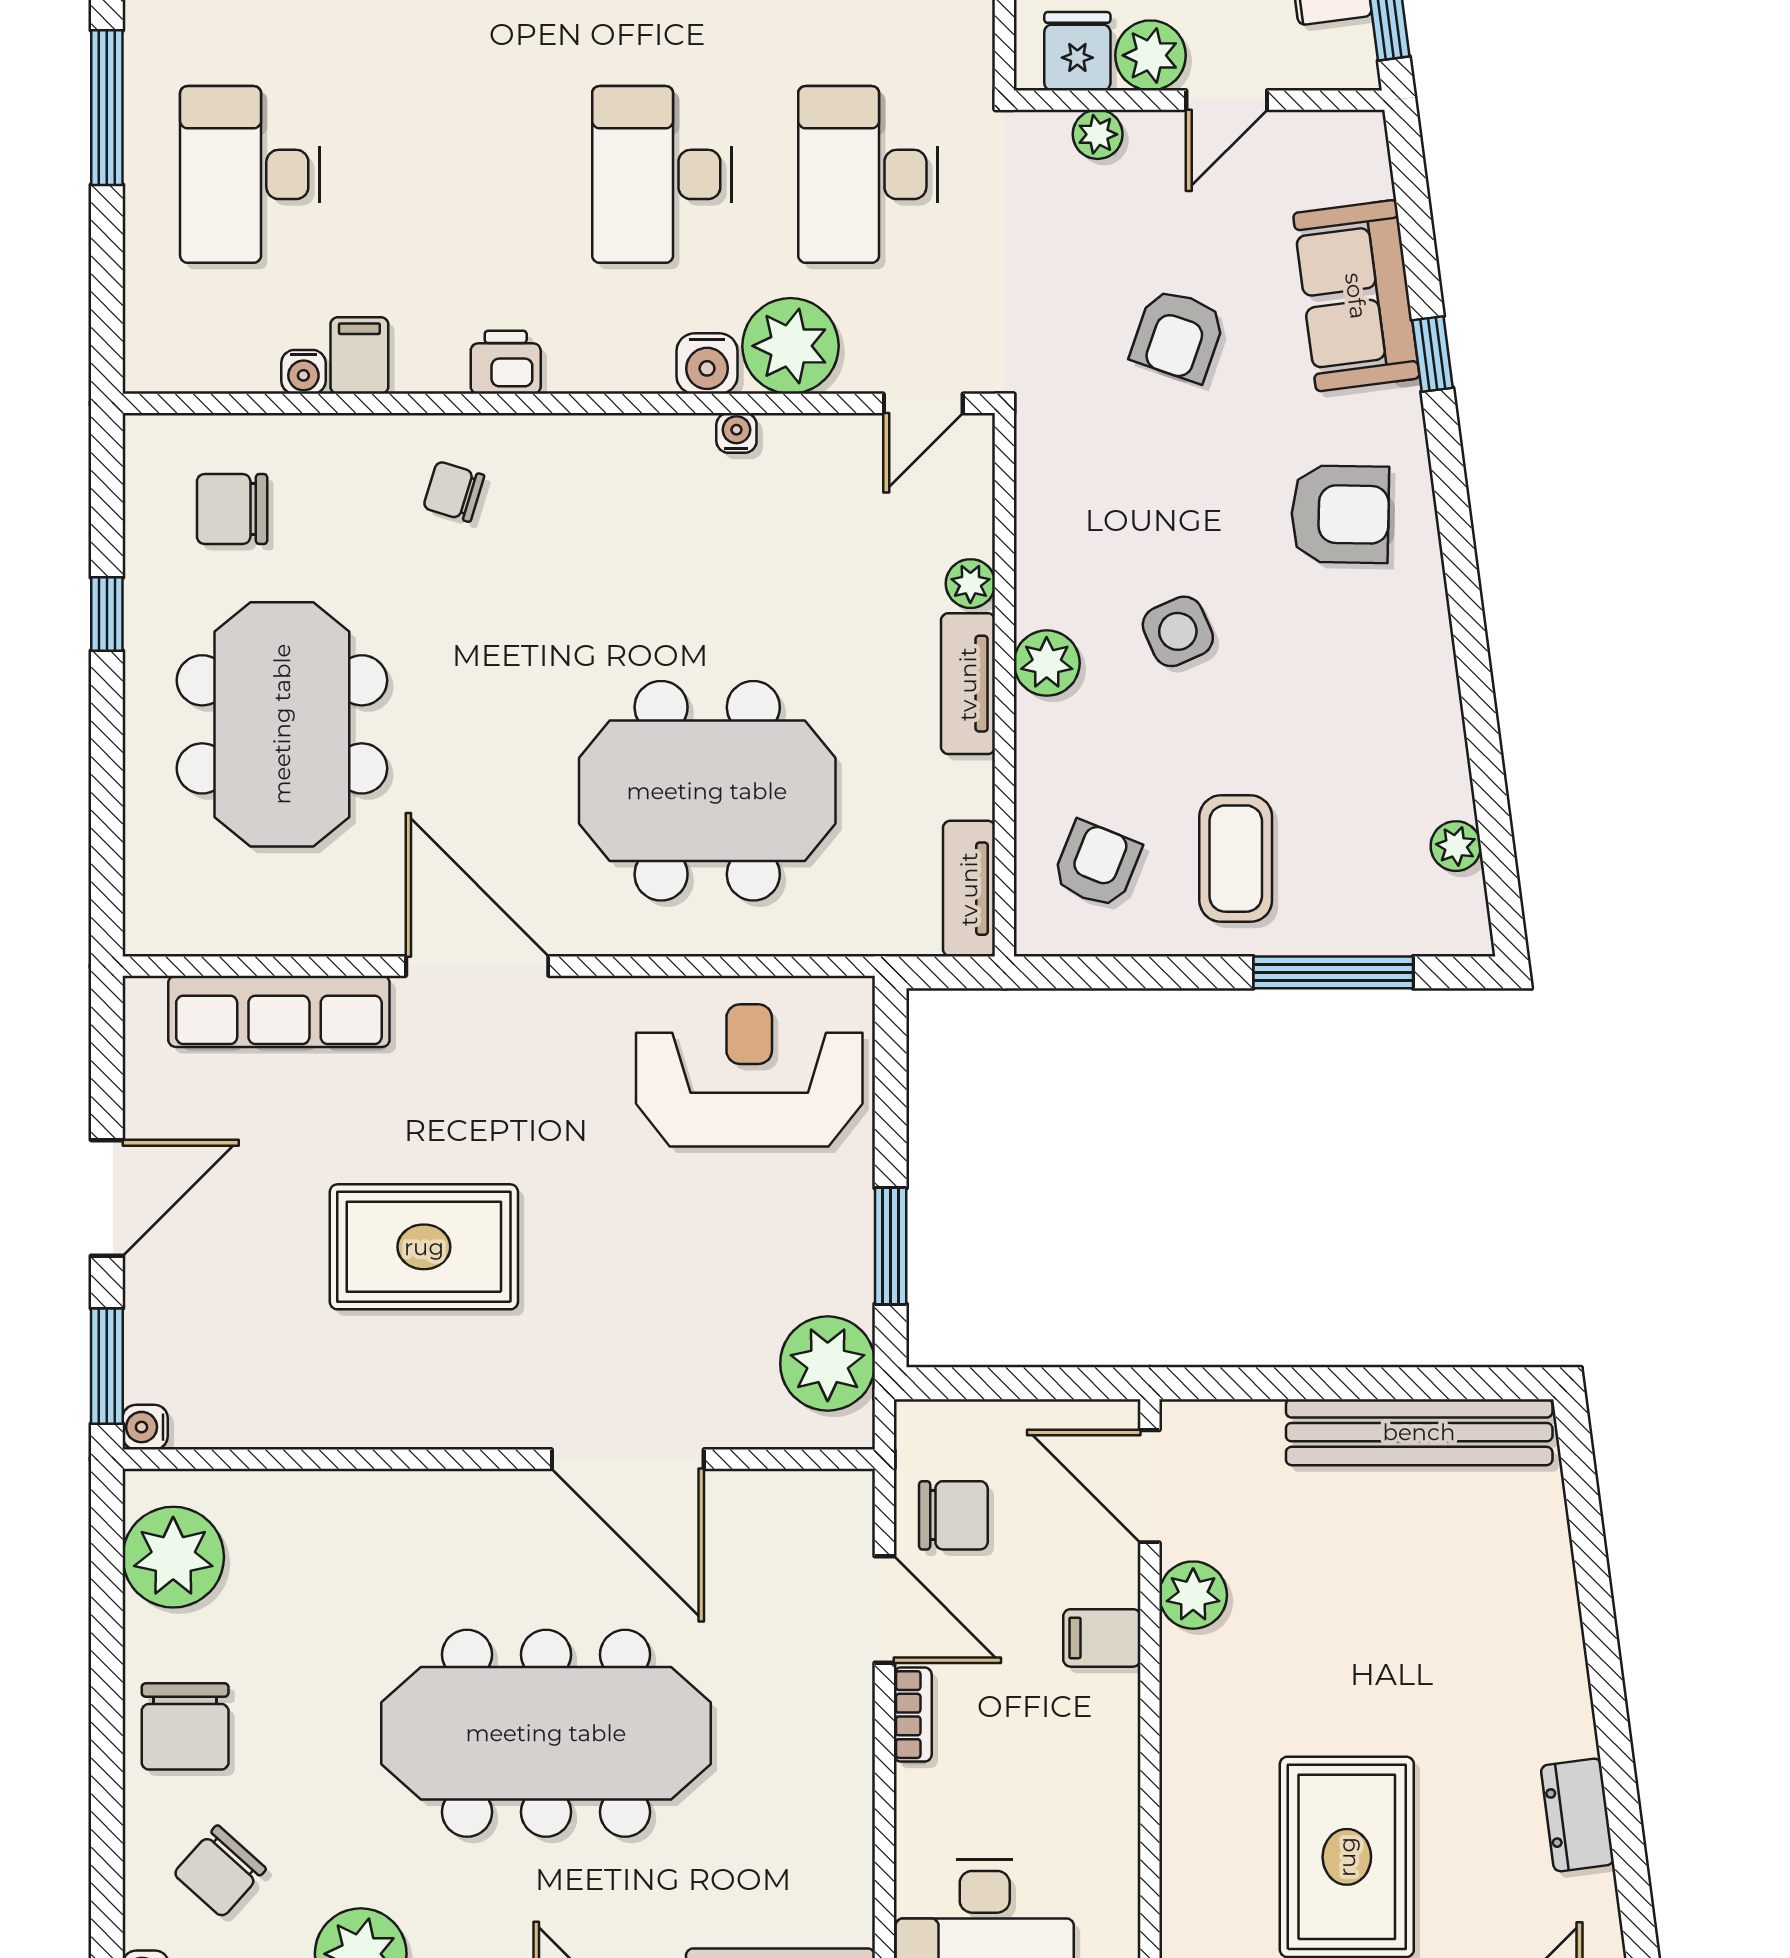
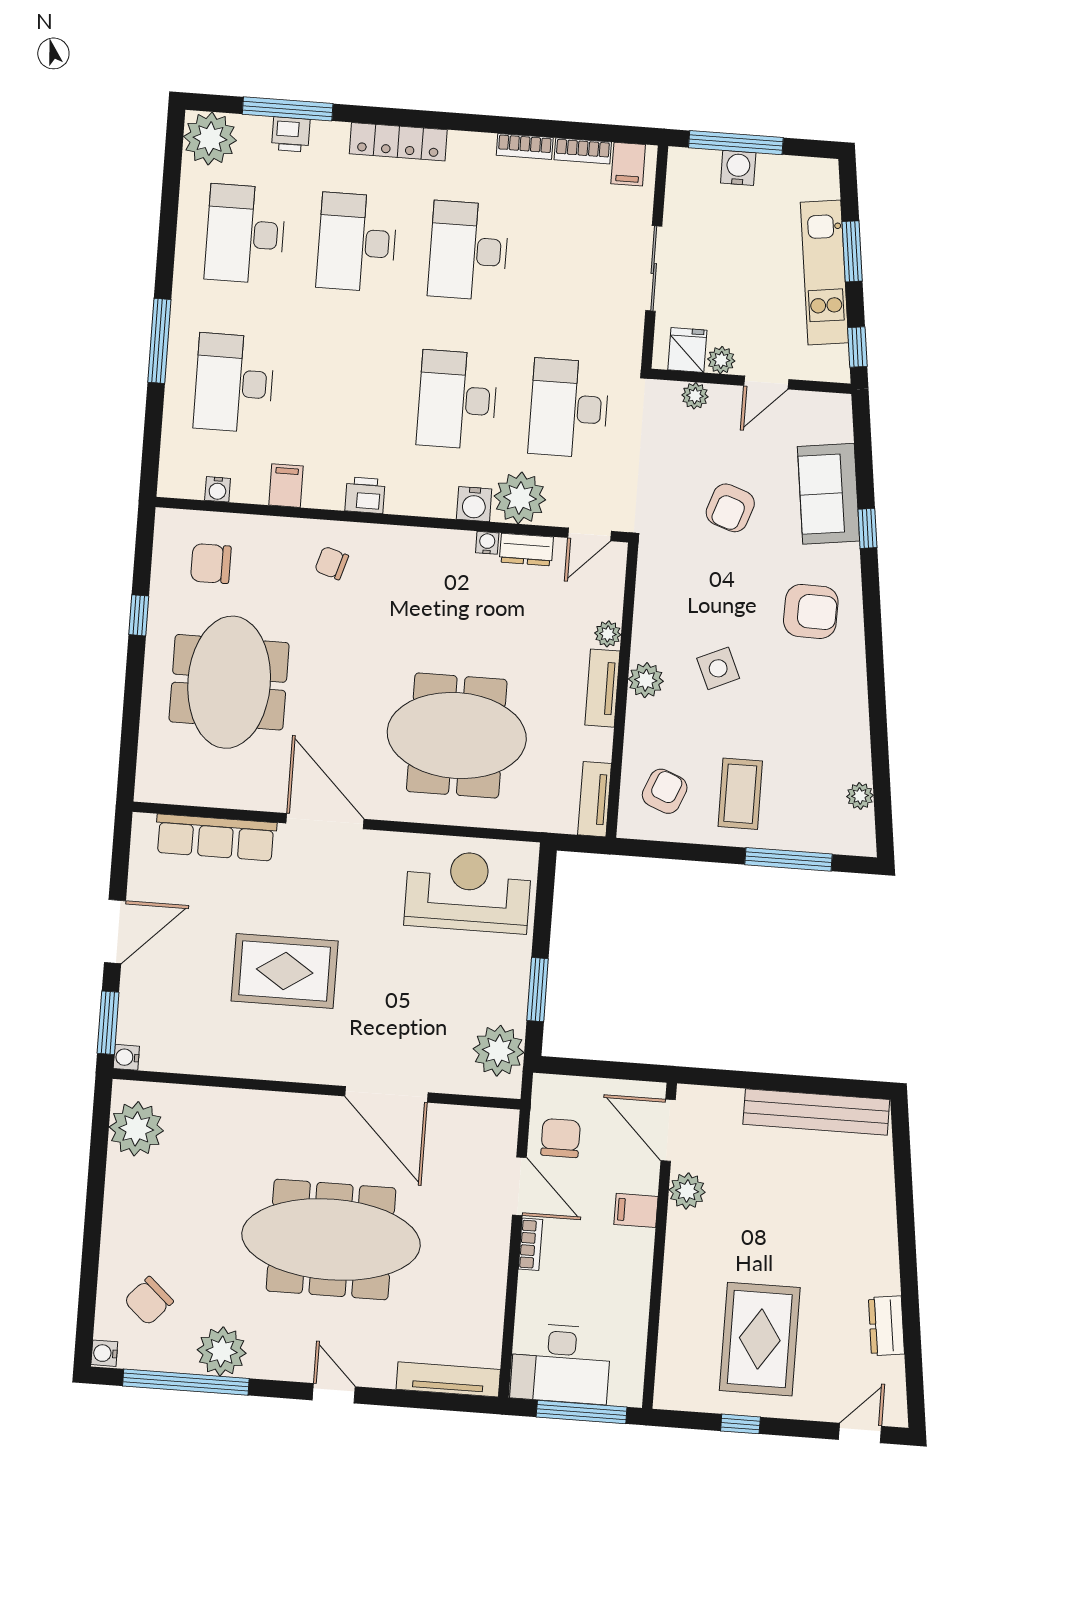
plant: (1150, 55) -> (721, 360), width x0.73, depth x0.73
water cooler: (303, 372) -> (218, 489), moved
dresser: (809, 440) -> (526, 550), added
chair: (953, 1515) -> (561, 1138), turned -90
chair: (185, 1726) -> (136, 1221), removed

